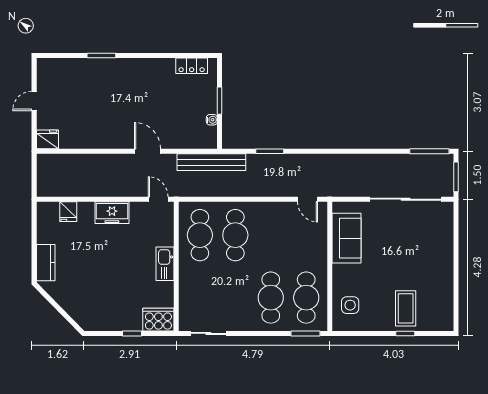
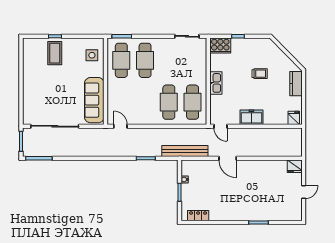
fridge: (68, 212) -> (294, 118), moved
sofa: (347, 238) -> (94, 100), width x1.36
trolley: (100, 278) -> (260, 74), added

